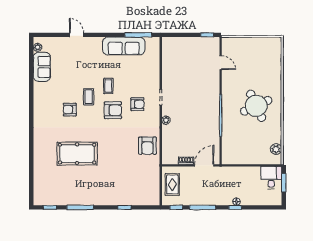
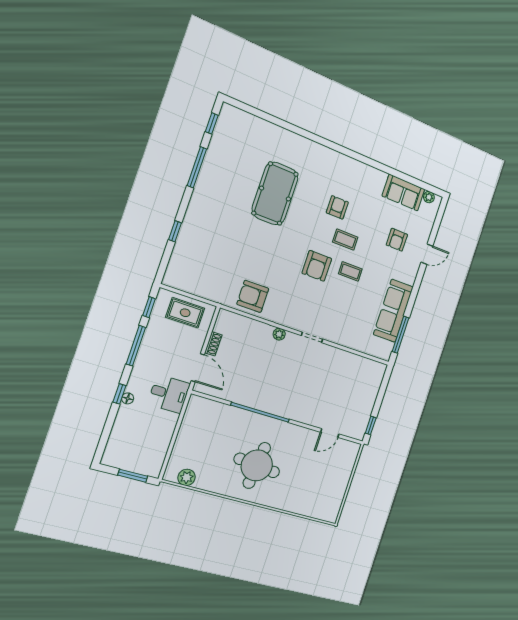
armchair: (137, 104) -> (397, 240), moved
round table: (256, 106) -> (257, 465), turned 31
desk: (271, 178) -> (169, 394), moved

